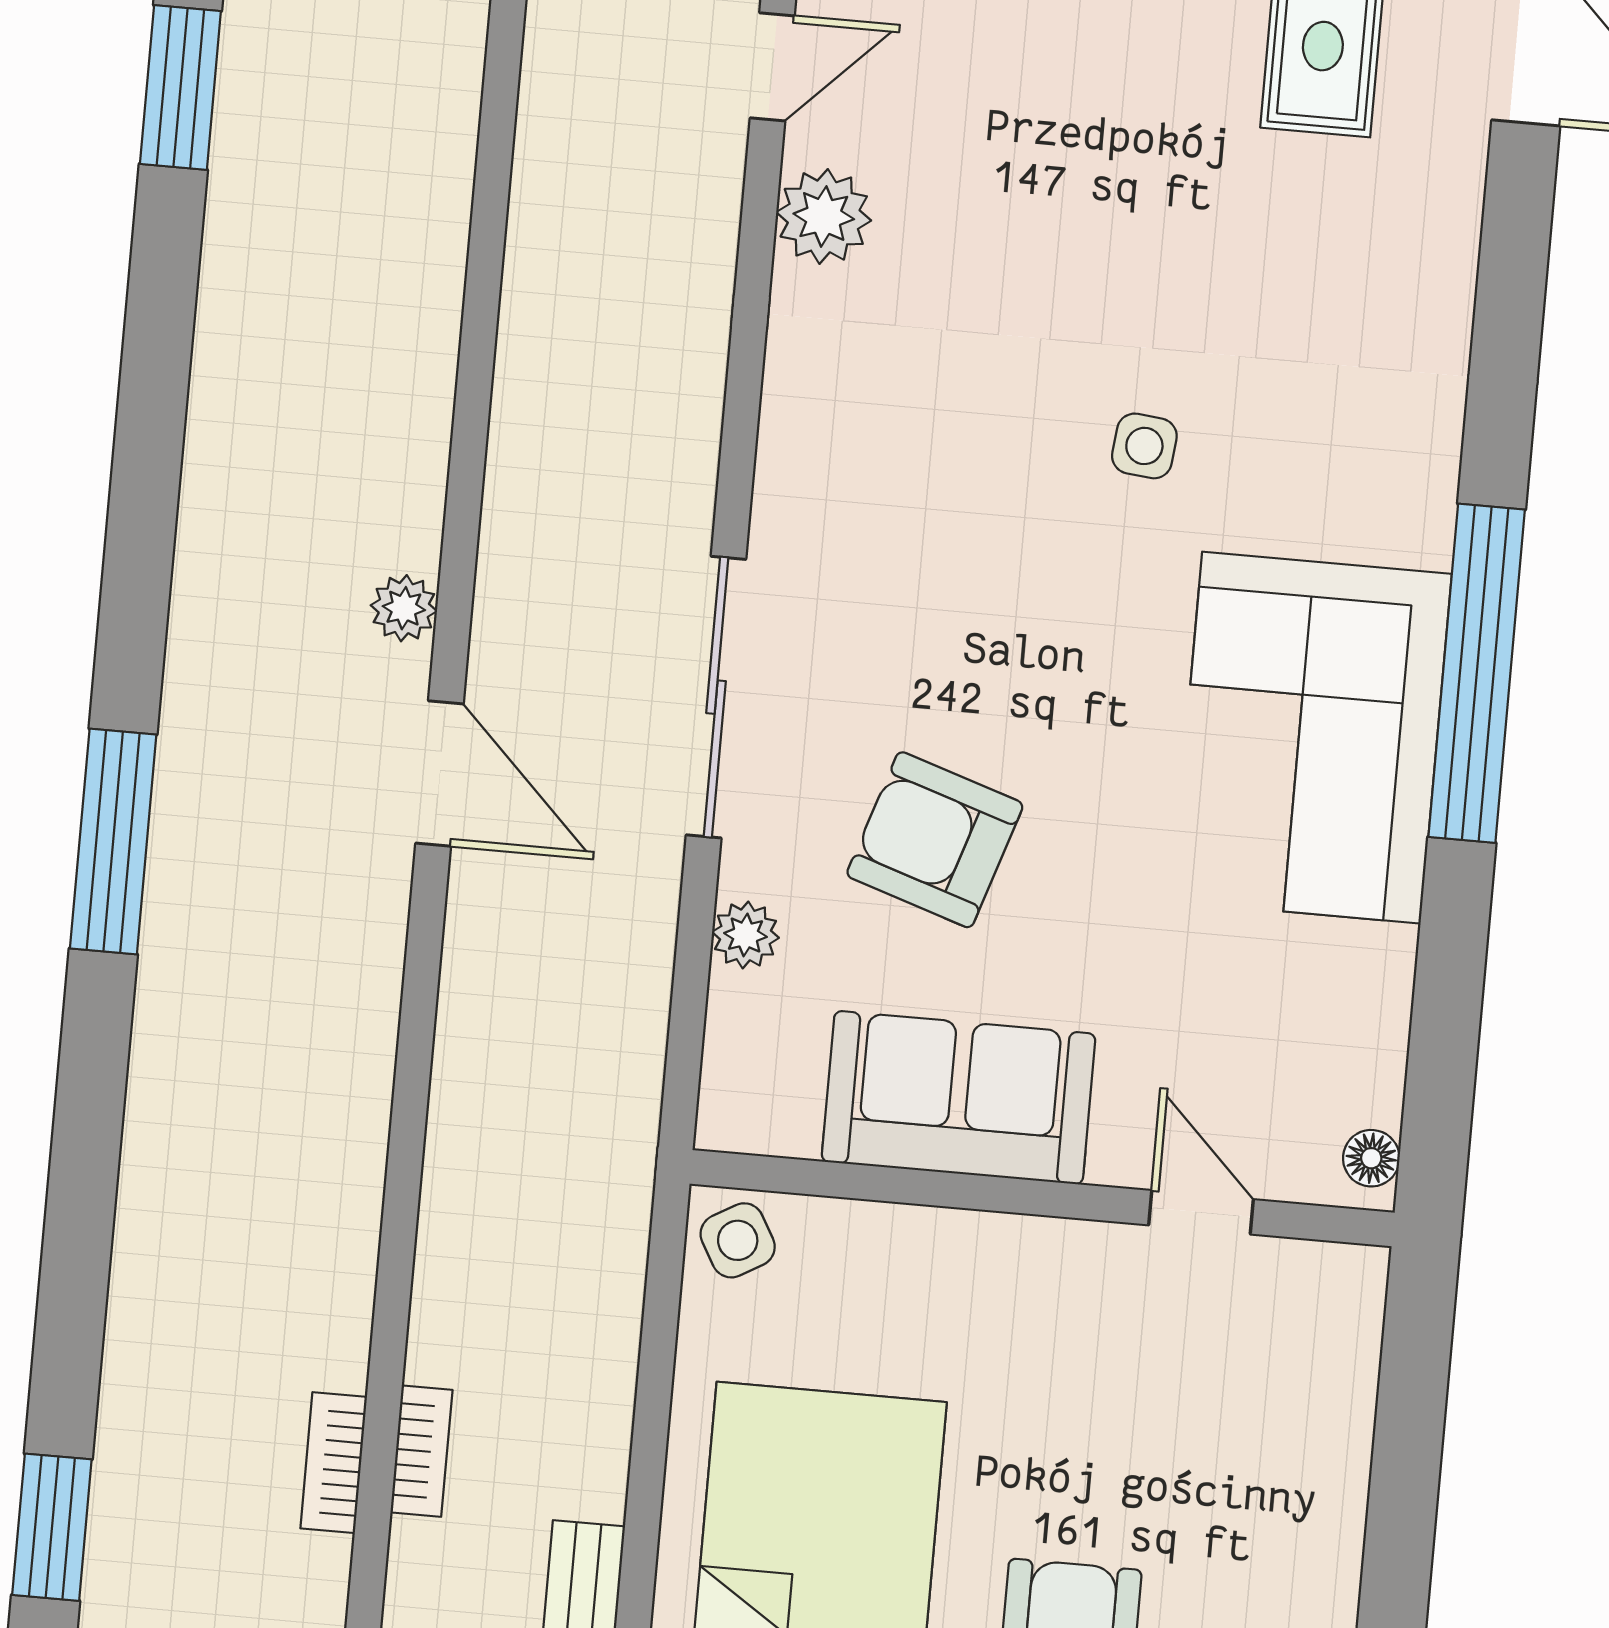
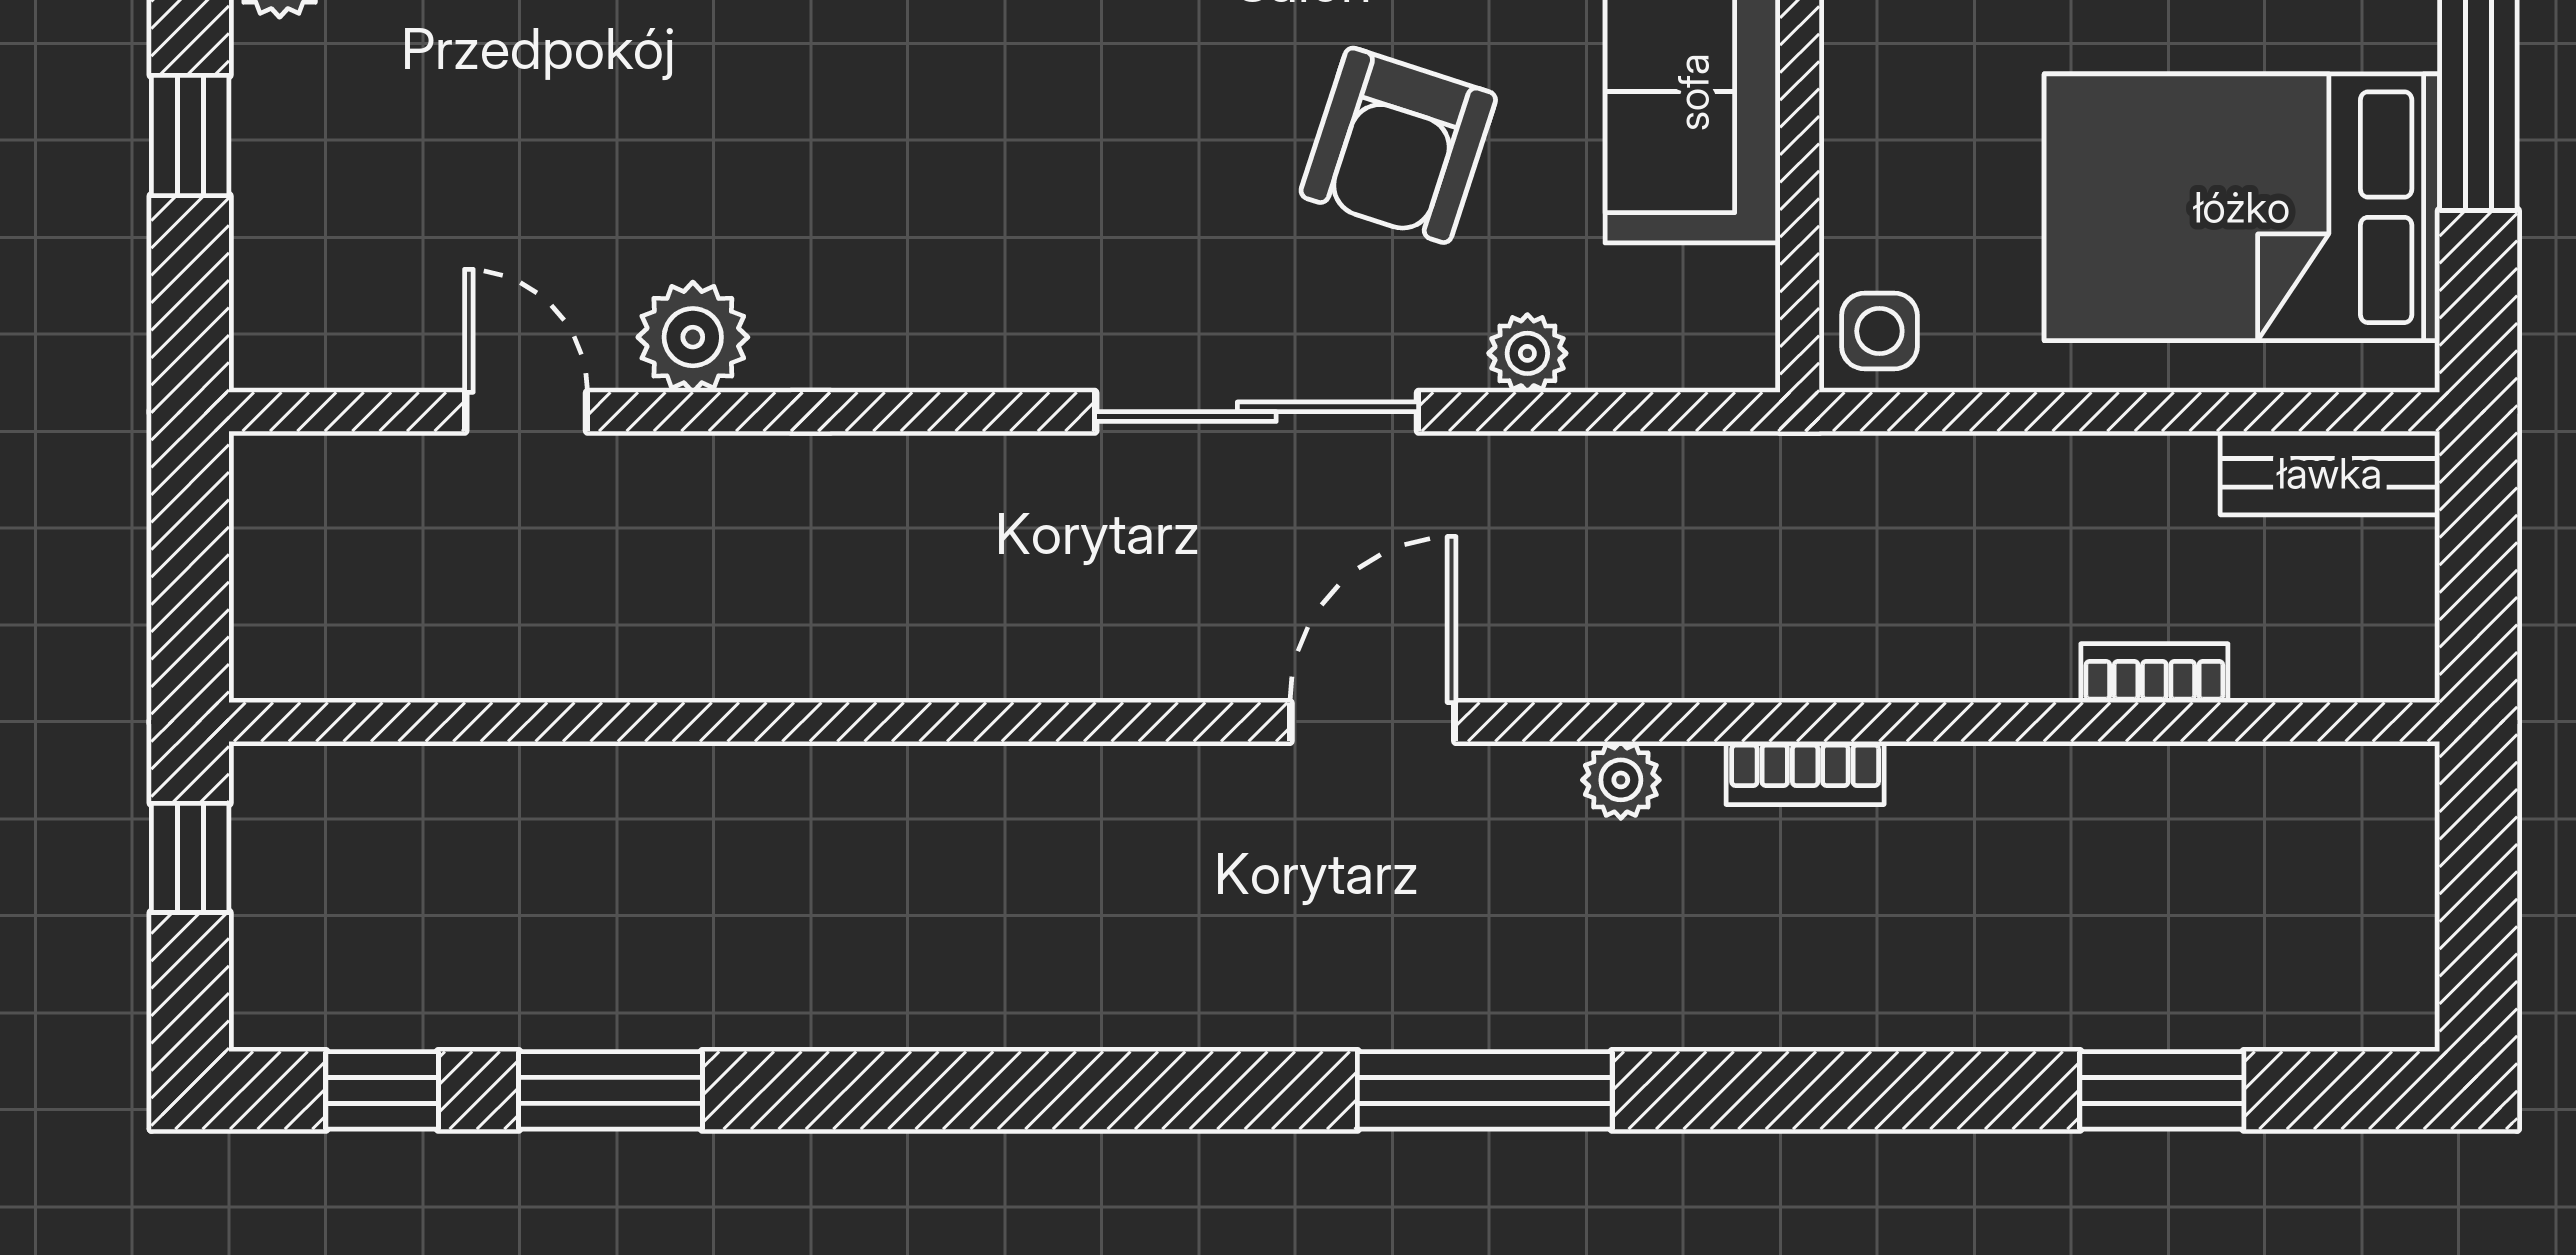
plant: (404, 608) -> (1621, 780), moved
side table: (738, 1240) -> (1879, 331), turned 30
bookcase: (334, 1463) -> (1805, 773), moved
window: (52, 1527) -> (2162, 1090), moved

